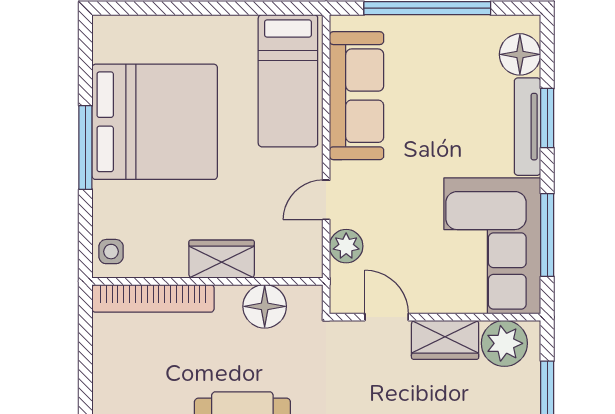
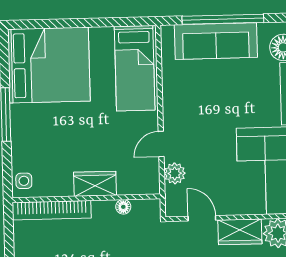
sofa: (357, 96) -> (216, 41), moved, turned 90
bed: (155, 122) -> (49, 65), moved
floor lamp: (265, 306) -> (123, 207), width x0.53, depth x0.53

